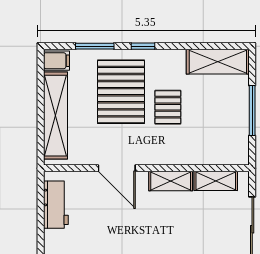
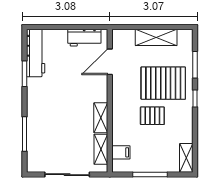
filing cabinet: (57, 61) -> (121, 152), moved, turned -90
shelving: (218, 62) -> (186, 158), width x0.67, depth x0.75
shelving: (56, 116) -> (156, 37), width x0.68
door: (117, 168) -> (110, 62), moved

